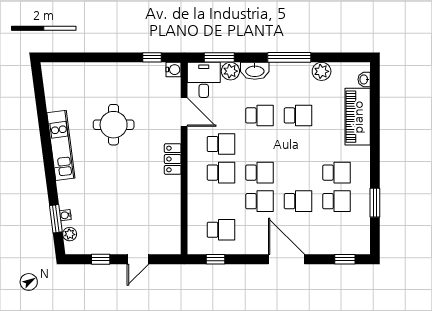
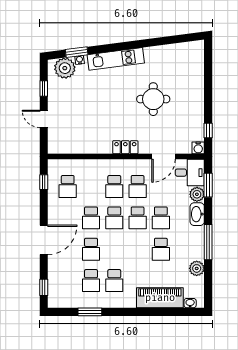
school desk: (259, 144) -> (138, 218), added
kitchen unit: (61, 145) -> (116, 59), moved
plant: (70, 234) -> (65, 68), width x1.88, depth x1.88

